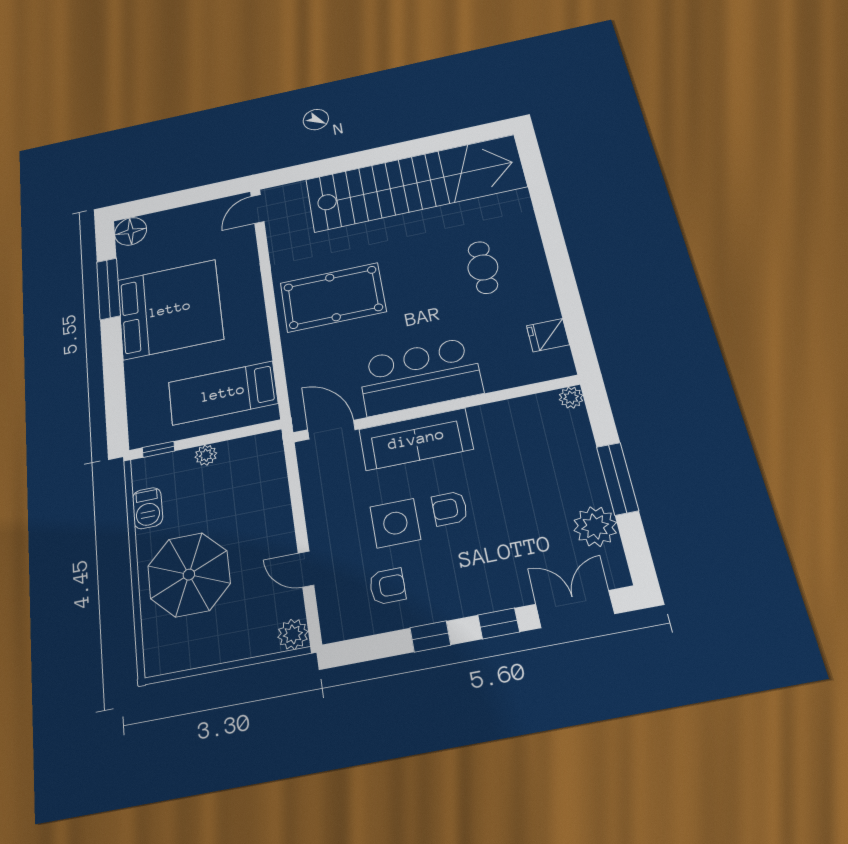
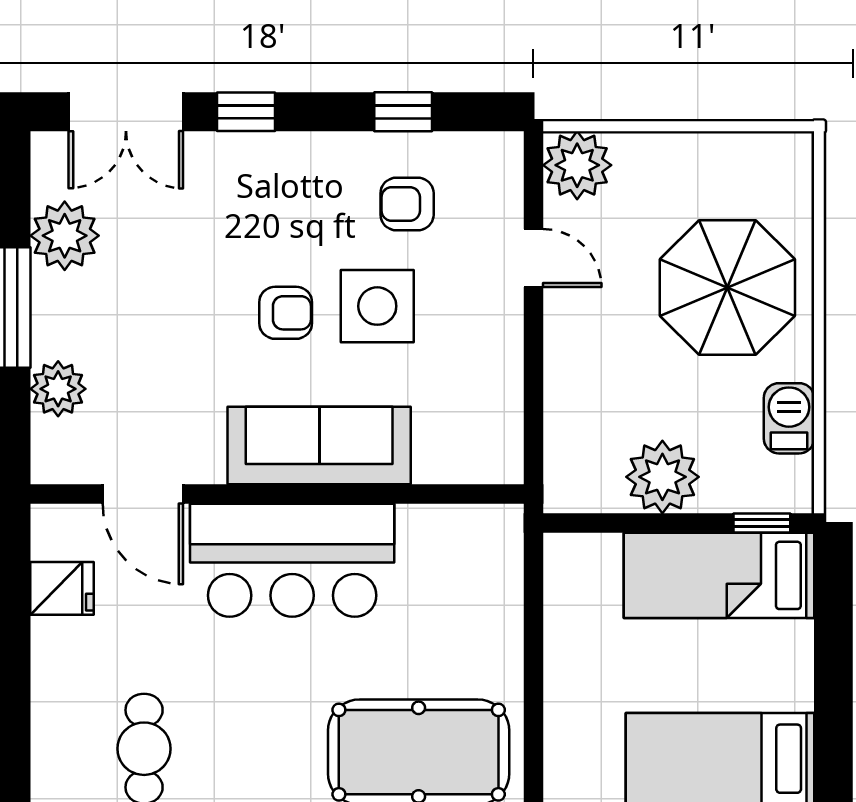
bed: (223, 393) -> (719, 575), moved, turned 180
plant: (571, 398) -> (58, 389), moved, width x1.38, depth x1.38
door: (331, 430) -> (143, 494), moved
plant: (206, 455) -> (662, 477), width x1.87, depth x1.87
plant: (293, 634) -> (577, 165), width x1.36, depth x1.36
window: (430, 636) -> (403, 112), moved

